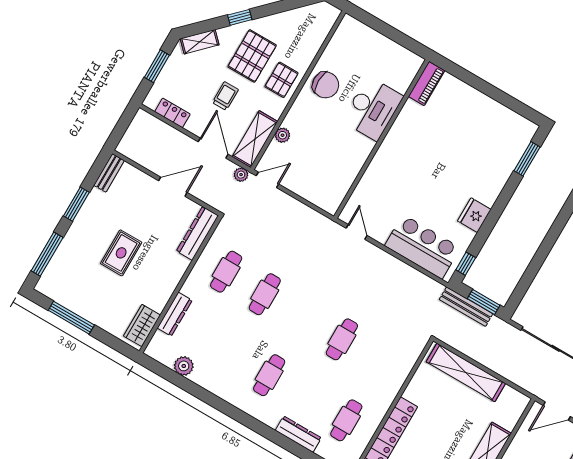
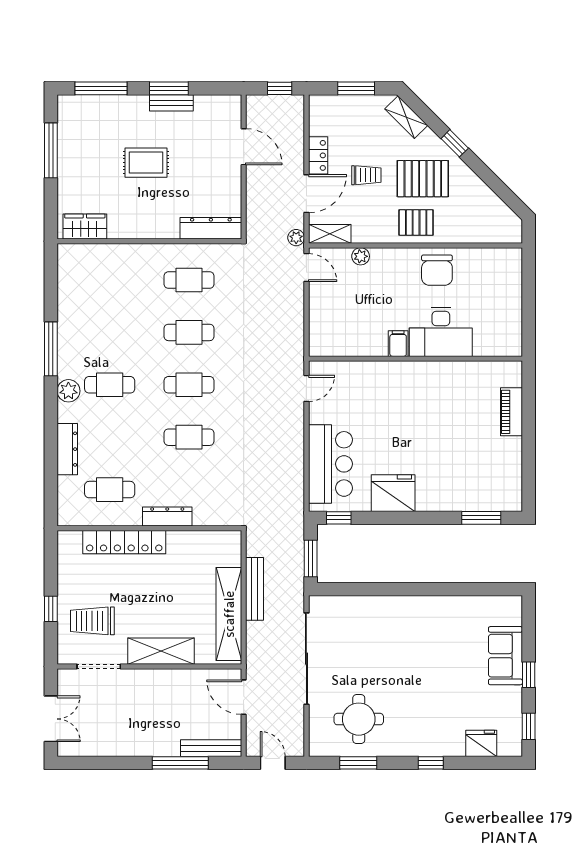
piano: (426, 84) -> (511, 412), moved, turned 90
locker: (172, 113) -> (318, 155), moved
window: (124, 123) -> (280, 88), added
shelving: (255, 139) -> (330, 234), width x0.67, depth x0.75
filing cabinet: (363, 145) -> (398, 344), added
bench: (109, 173) -> (171, 103), moved
door: (173, 187) -> (244, 147), moved
fridge: (474, 215) -> (393, 493), width x1.36, depth x1.34
bench: (466, 307) -> (255, 589), moved
dresser: (175, 314) -> (167, 517), moved, turned 180
cafe table: (303, 317) -> (189, 385), added
plant: (184, 366) -> (68, 391), moved
shelving: (466, 372) -> (229, 614), moved
window: (217, 403) -> (51, 349), added

